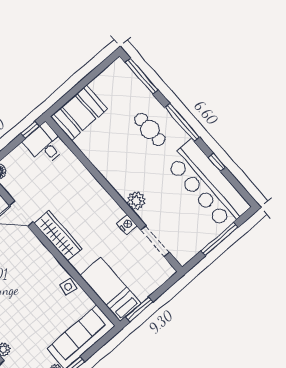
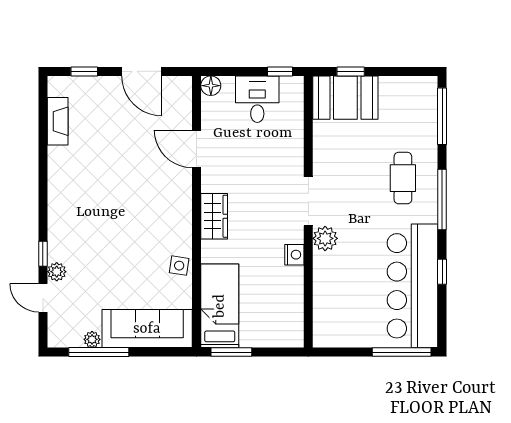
window: (69, 96) -> (351, 71), added
desk: (45, 144) -> (257, 99), moved
wardrobe: (58, 236) -> (214, 216), width x0.67
window: (219, 239) -> (402, 352), moved
doorway: (155, 241) -> (308, 201), moved

